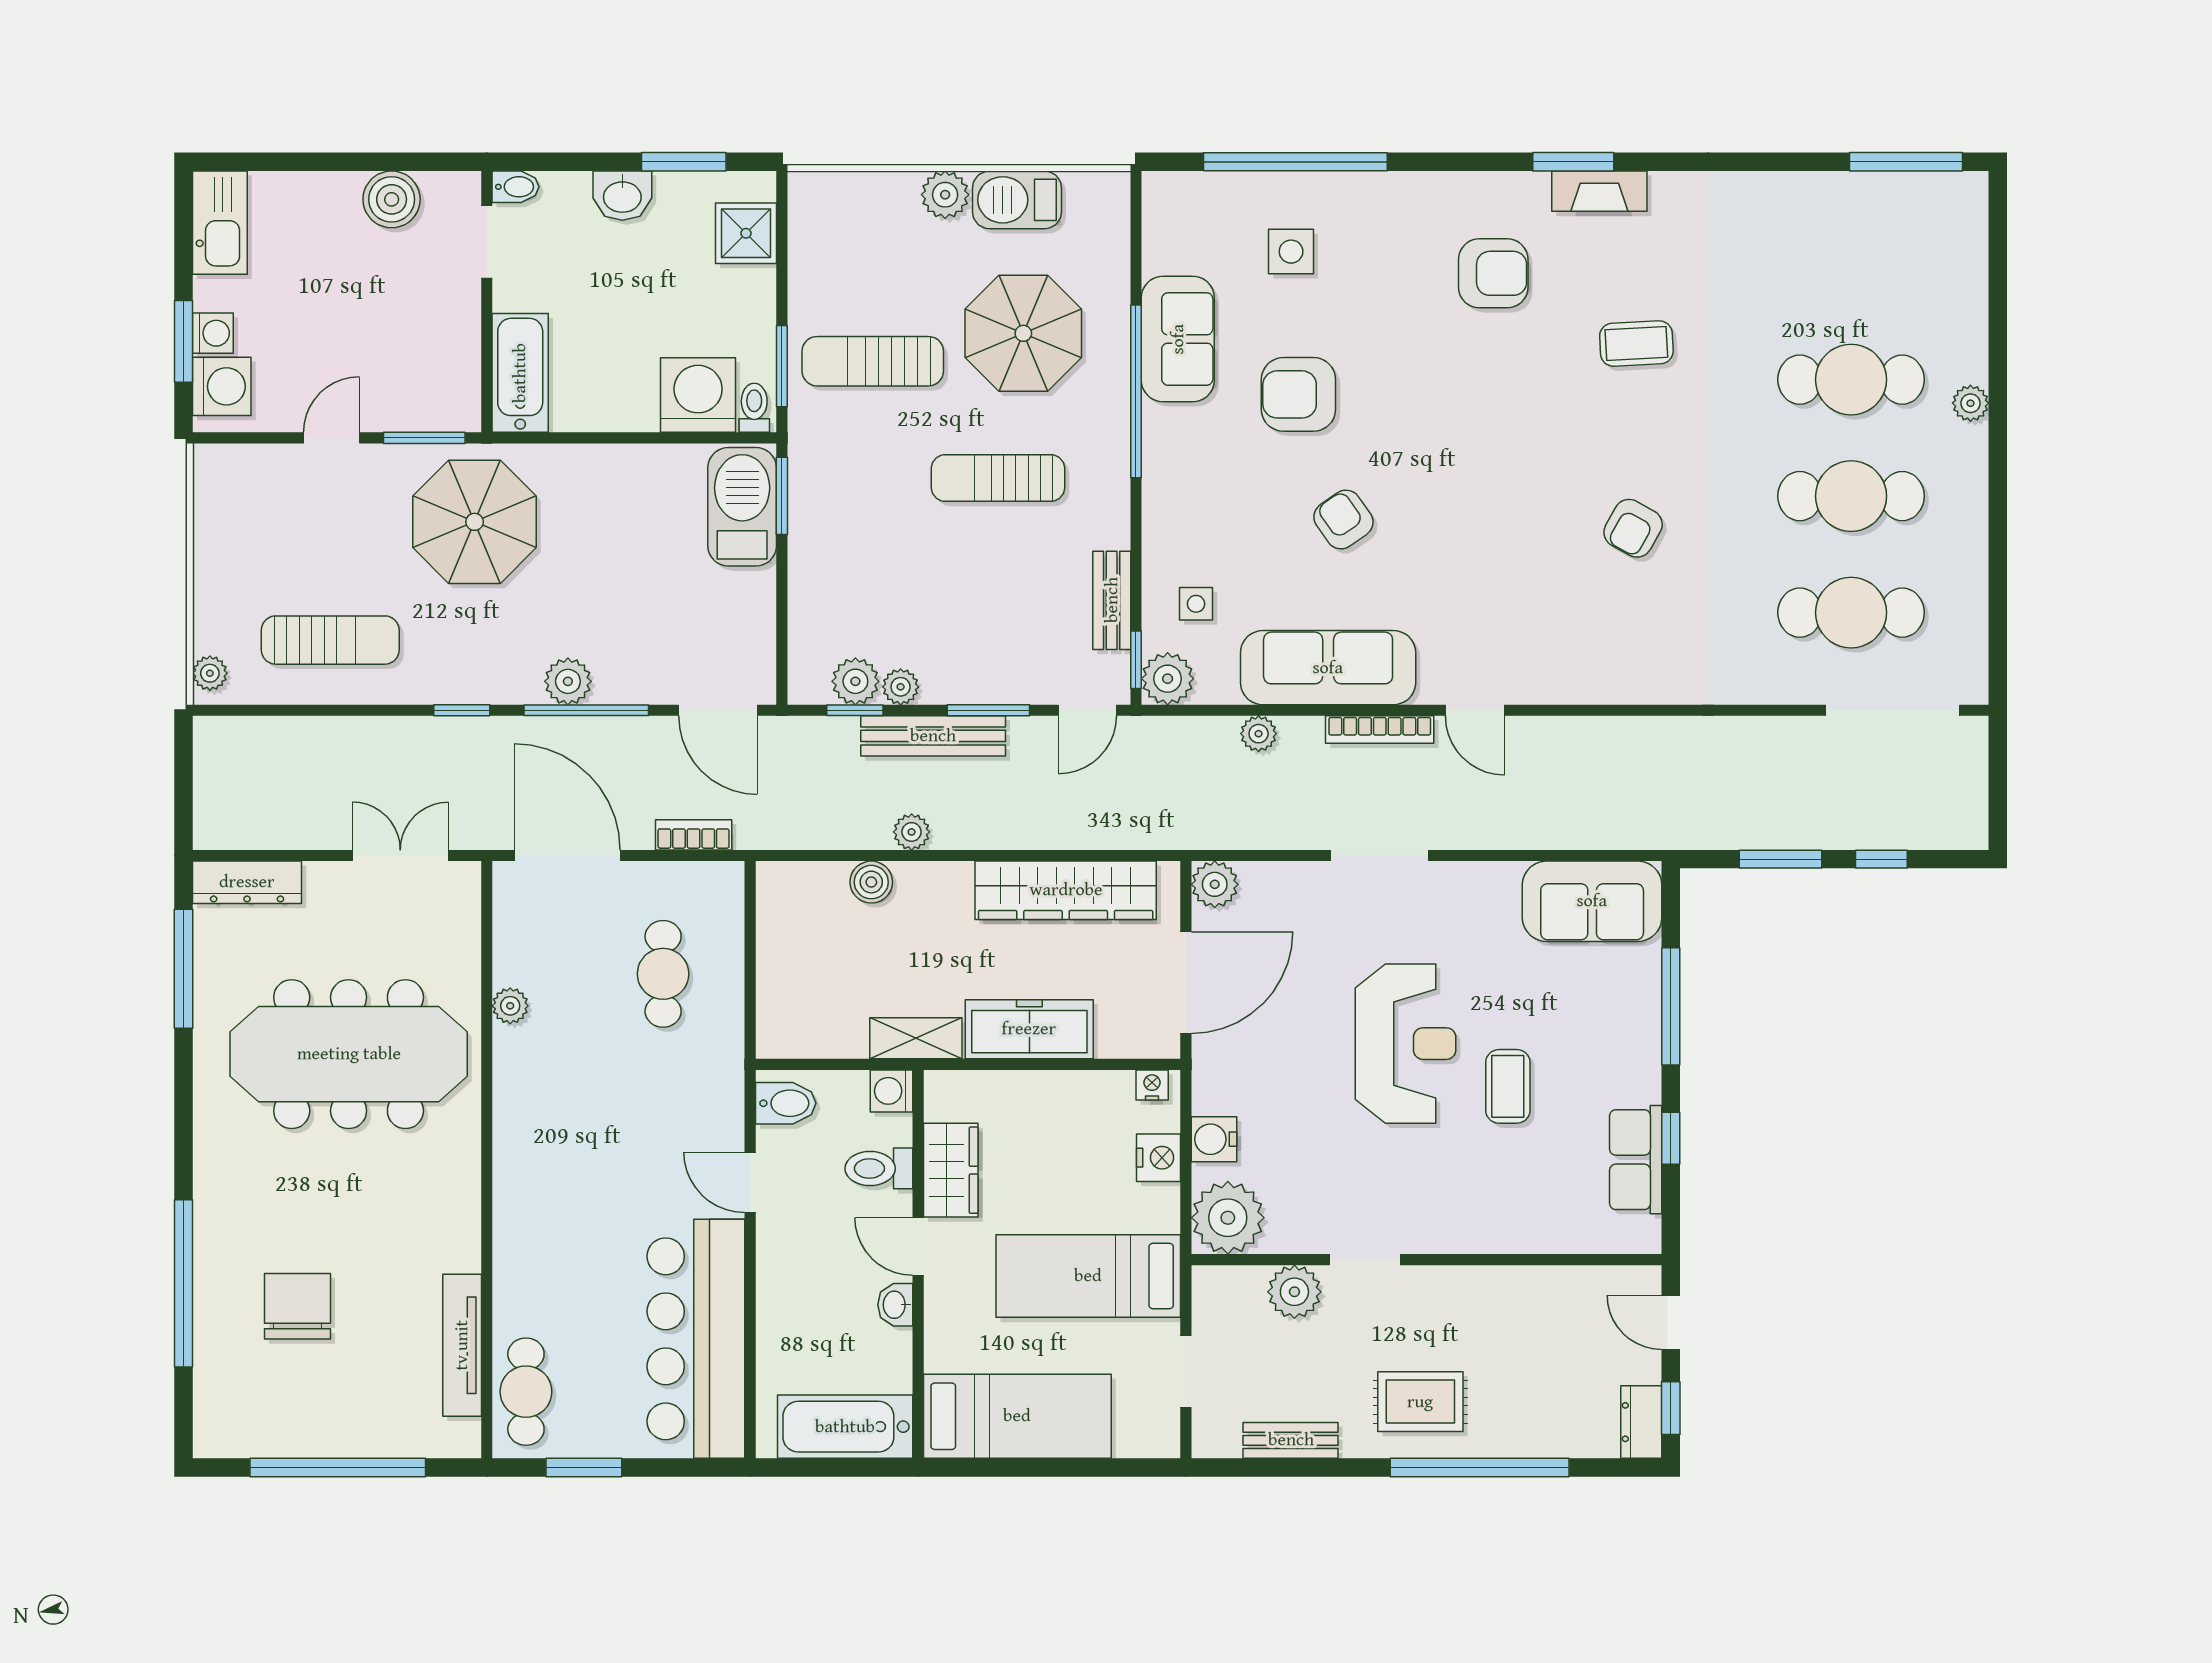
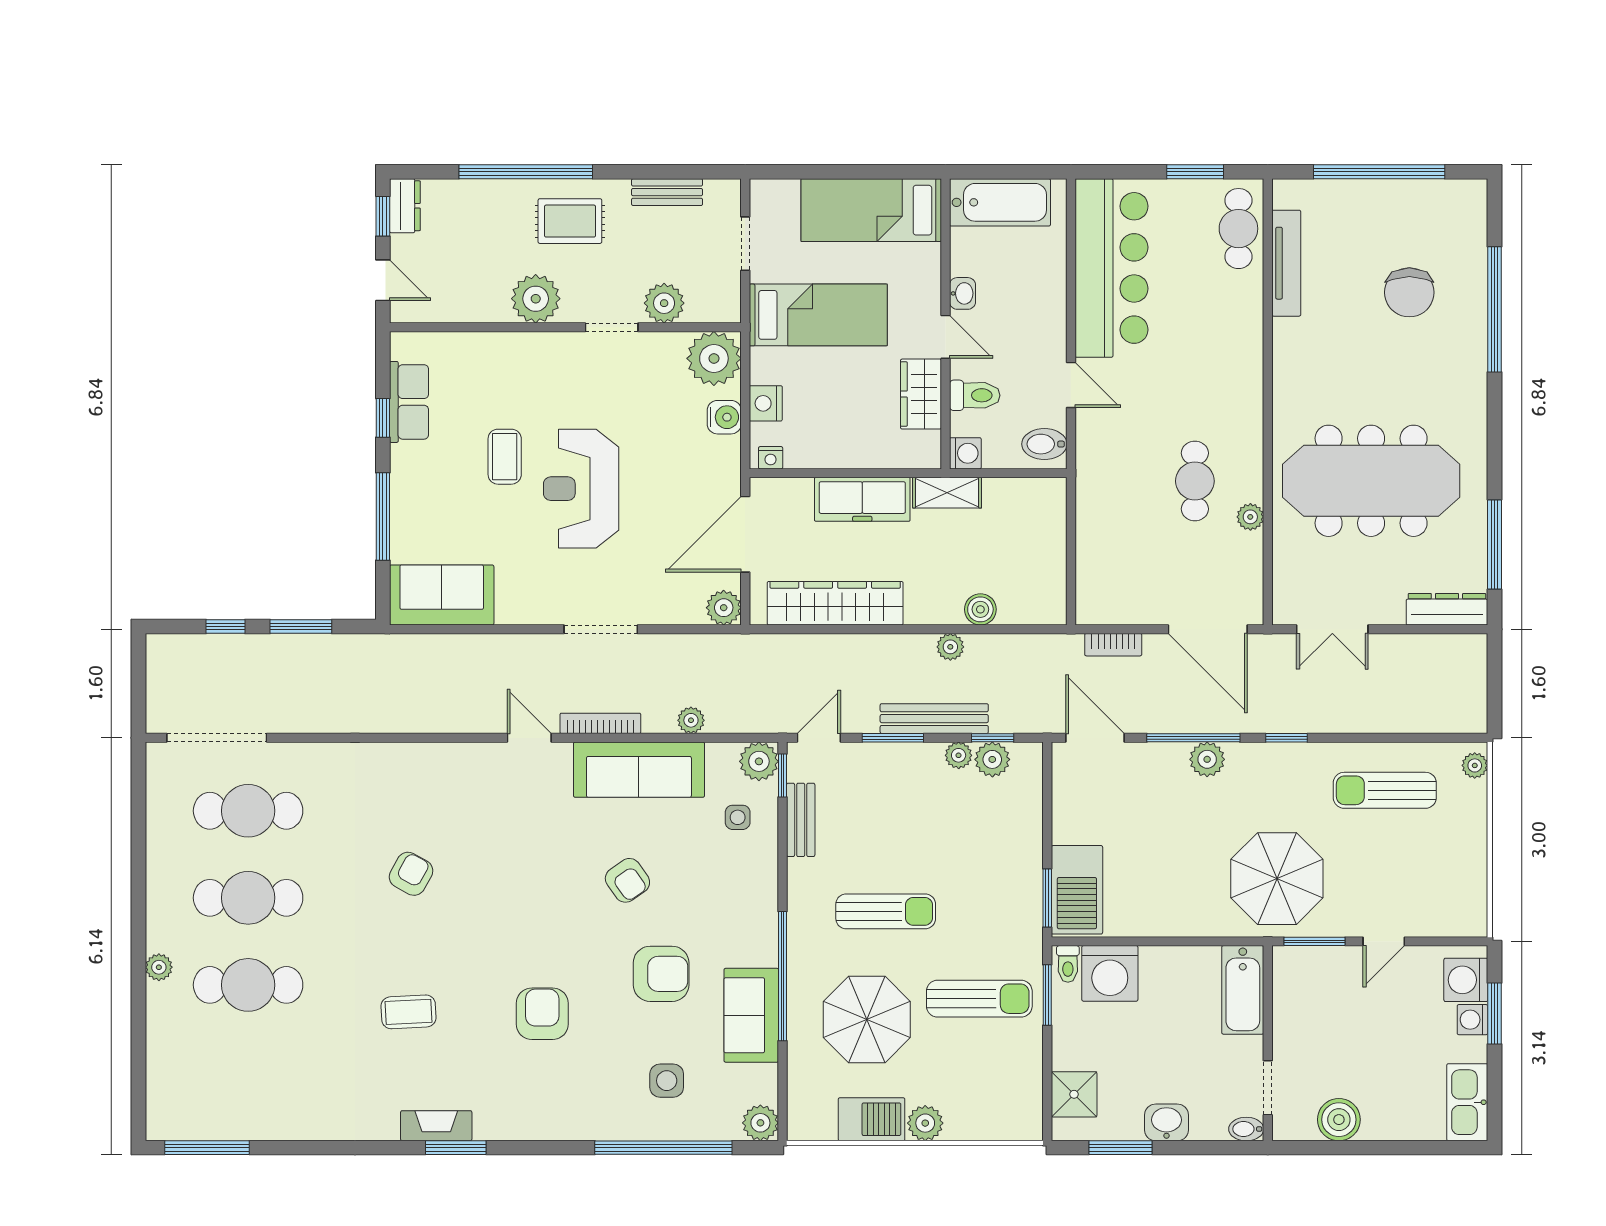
plant: (1166, 195) -> (760, 1123), added
armchair: (1493, 273) -> (542, 1014), moved, turned 90
cafe table: (663, 974) -> (1195, 481), moved
plant: (1466, 1298) -> (536, 299), added

